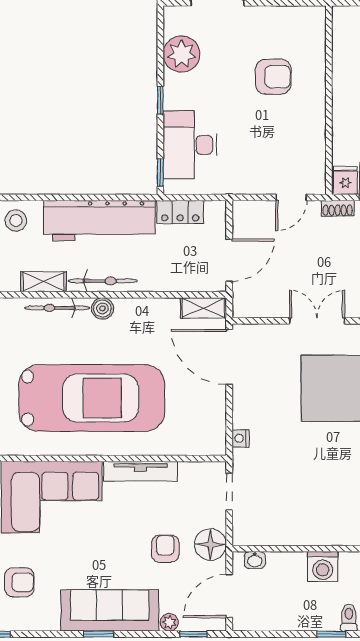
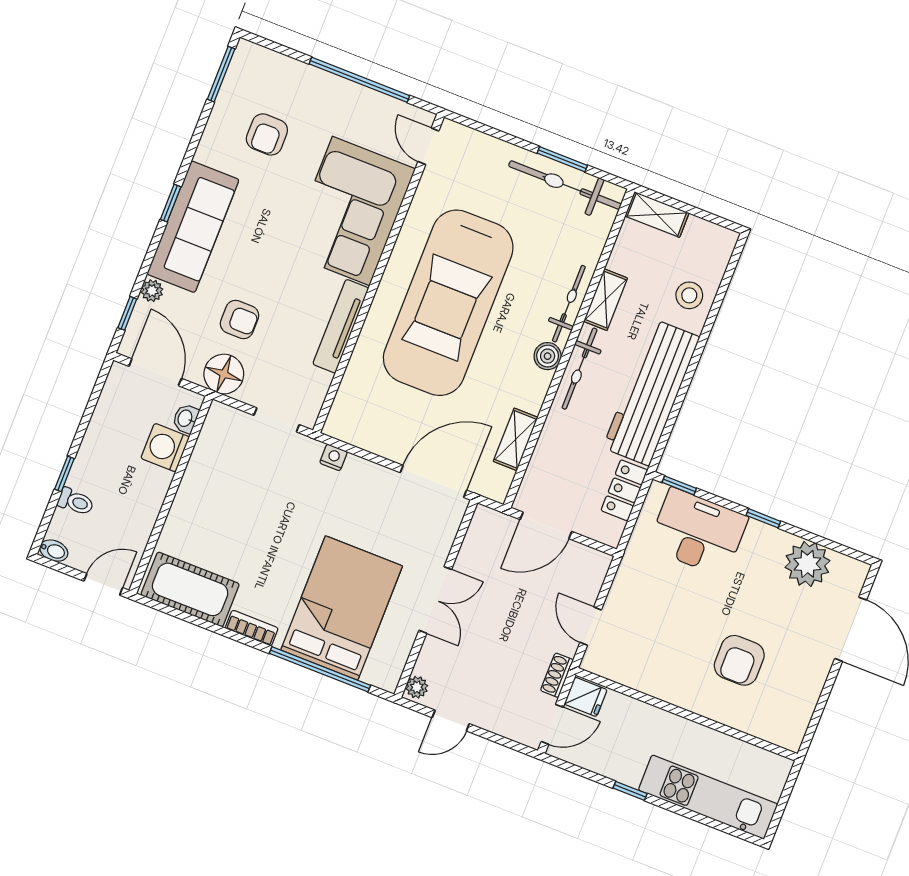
door: (229, 260) -> (546, 525), hinge flipped
shelving: (203, 308) -> (516, 439), moved
washing machine: (323, 567) -> (165, 448), moved

